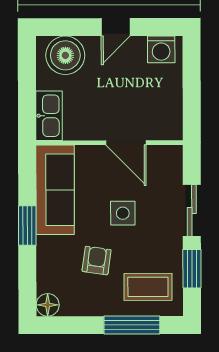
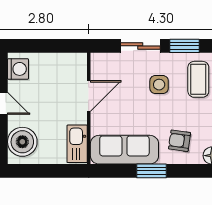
kitchen sink: (49, 116) -> (77, 144), moved, turned -90
side table: (123, 213) -> (159, 85), moved
armchair: (97, 260) -> (180, 141), moved

